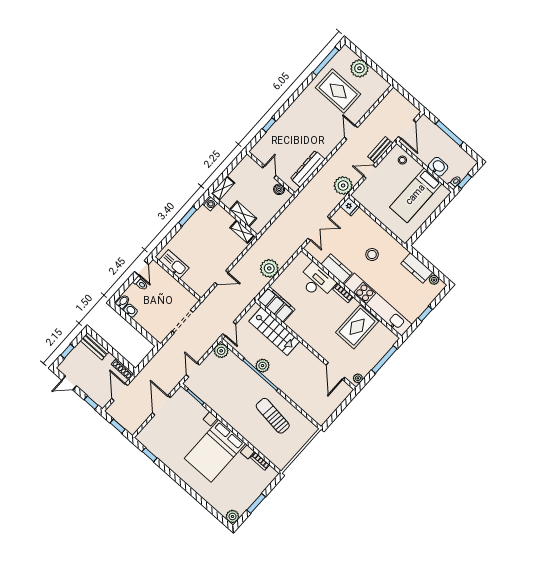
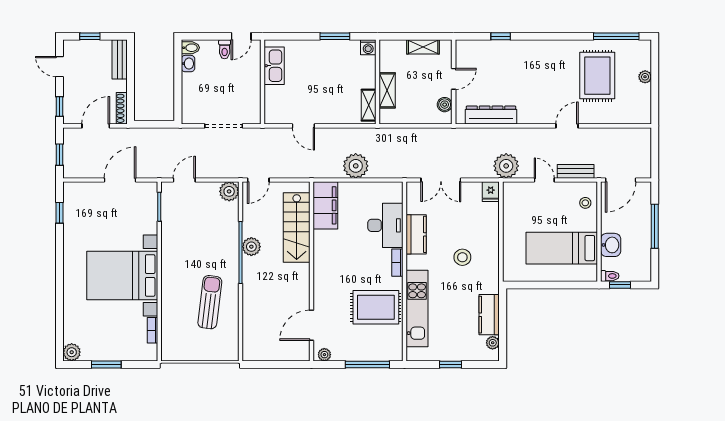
plant: (359, 68) -> (645, 77), width x0.53, depth x0.53
shelving: (223, 188) -> (423, 47), moved
kitchen unit: (378, 305) -> (417, 309), width x0.73

